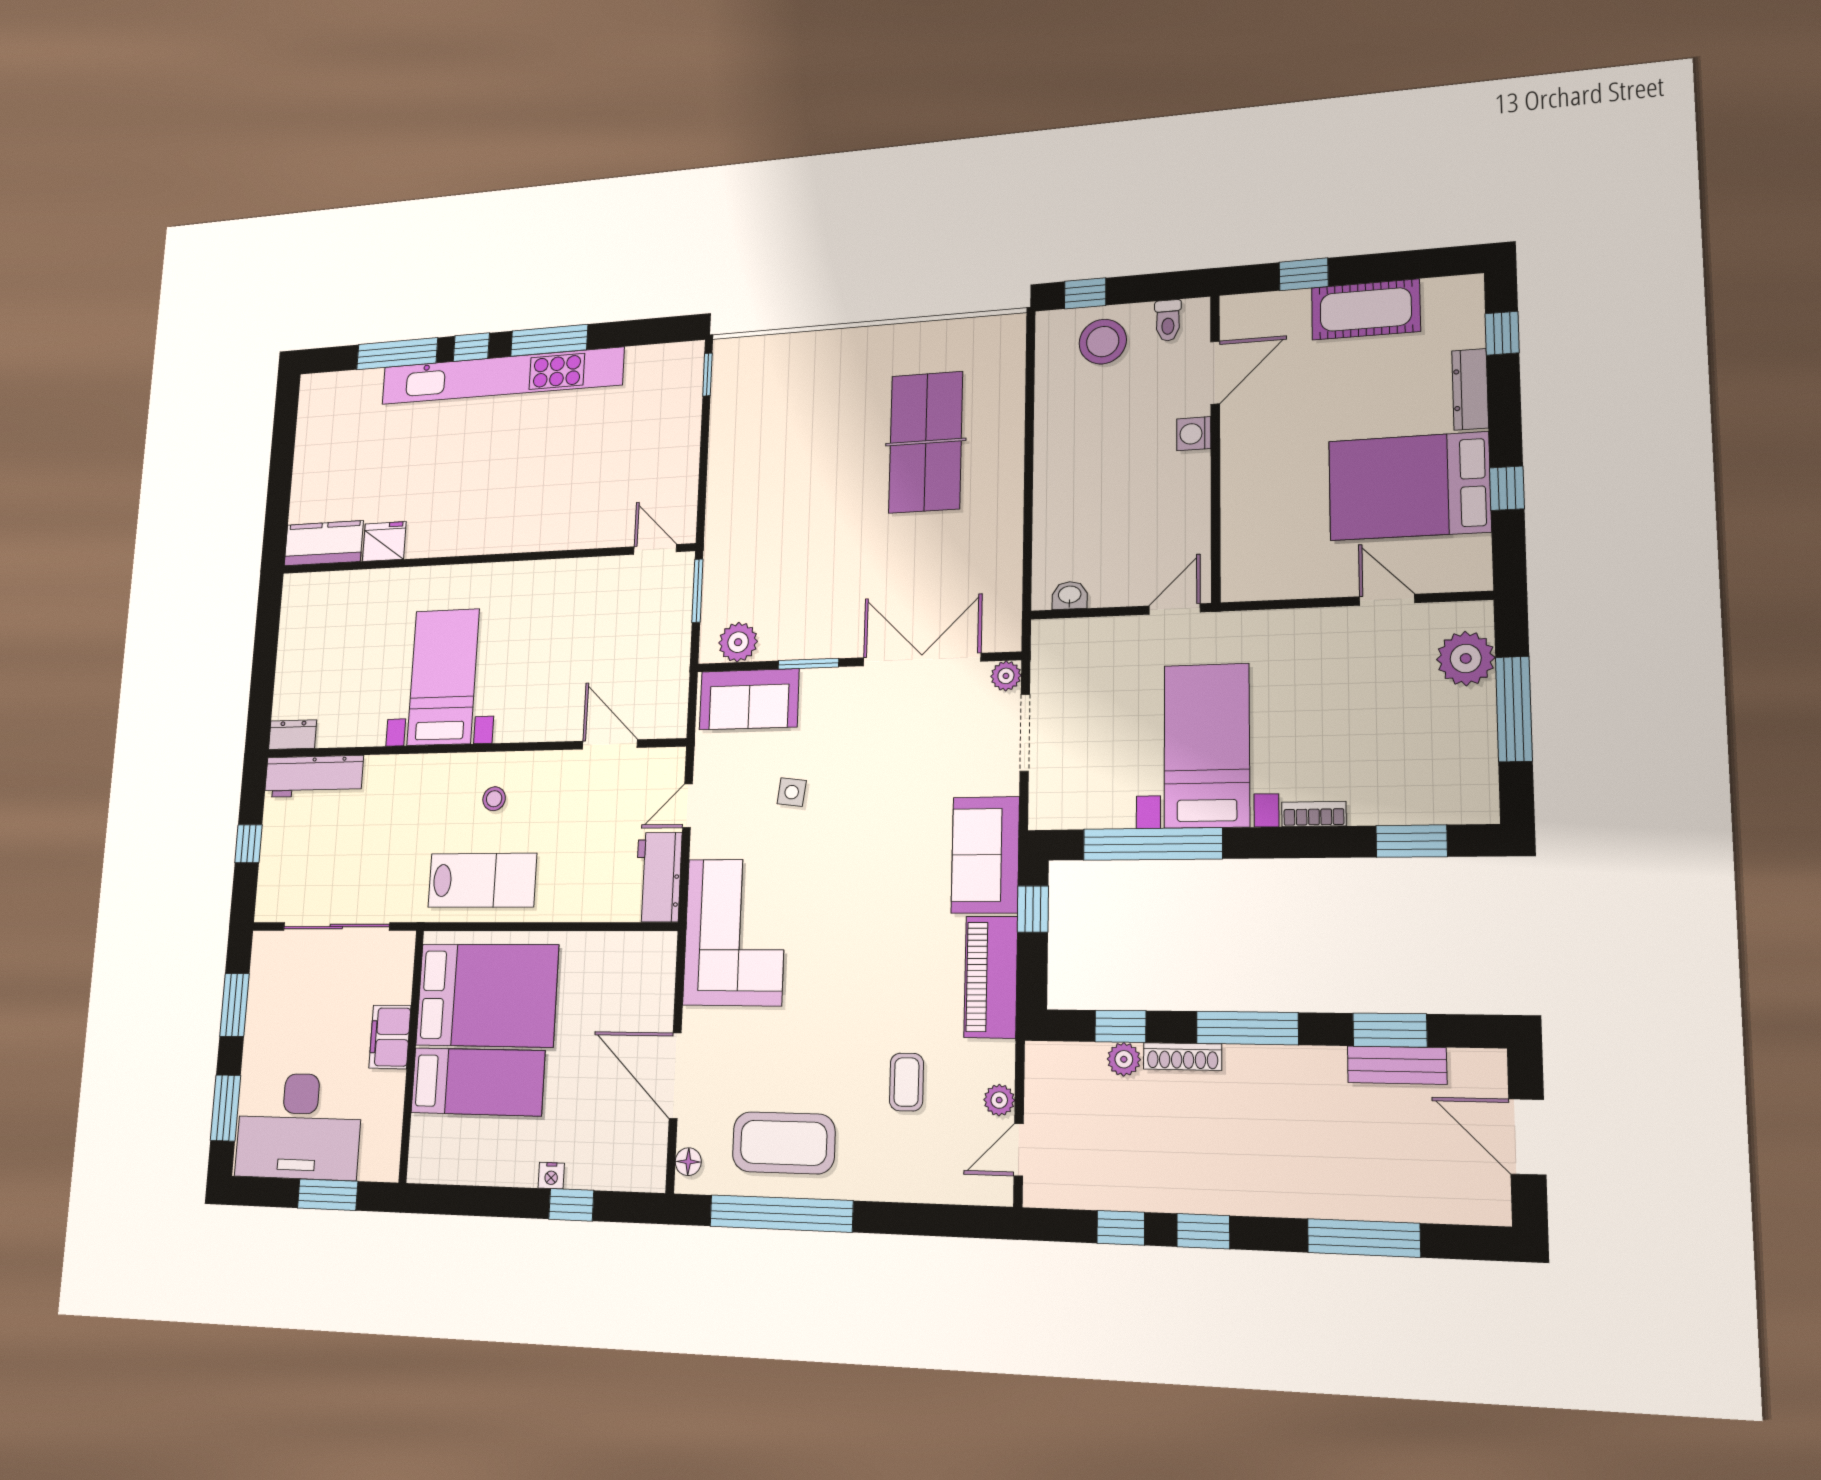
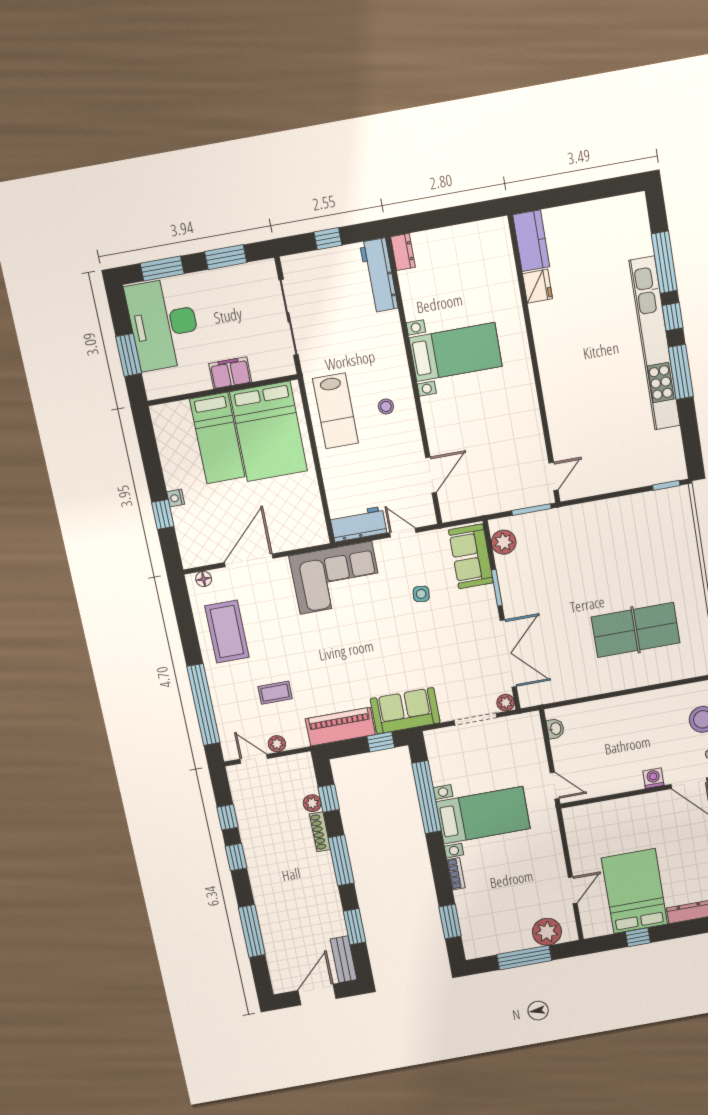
bench: (1397, 1065) -> (344, 959), moved
window: (781, 1214) -> (203, 705), moved

